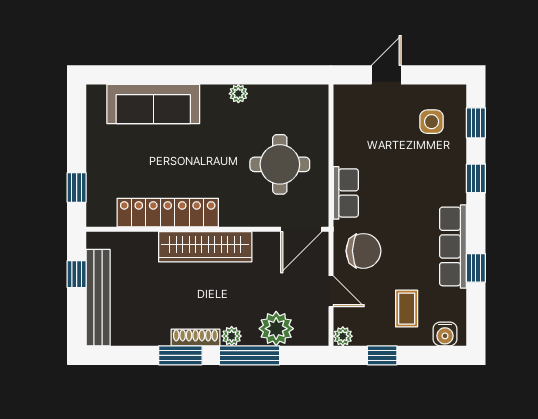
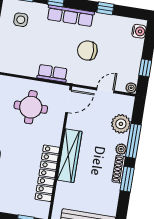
door: (301, 229) -> (68, 101), hinge flipped
row of seats: (453, 246) -> (70, 16), moved
chair: (363, 251) -> (87, 51), moved, turned -90
coffee table: (407, 309) -> (122, 50), removed

